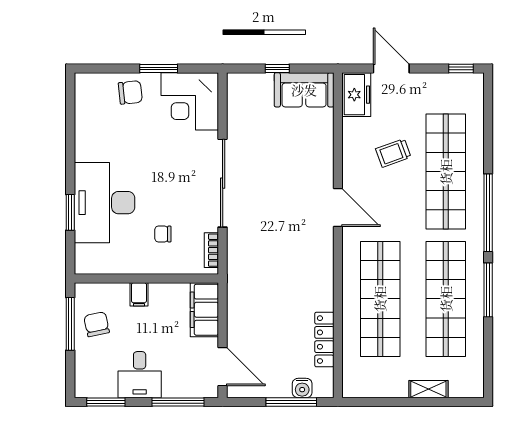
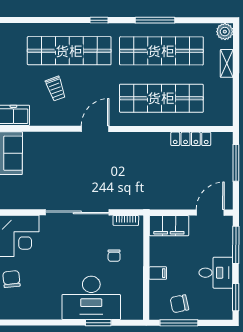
window: (488, 213) -> (99, 20), width x0.32
plant: (472, 386) -> (225, 32), added
water cooler: (302, 388) -> (226, 155), removed

